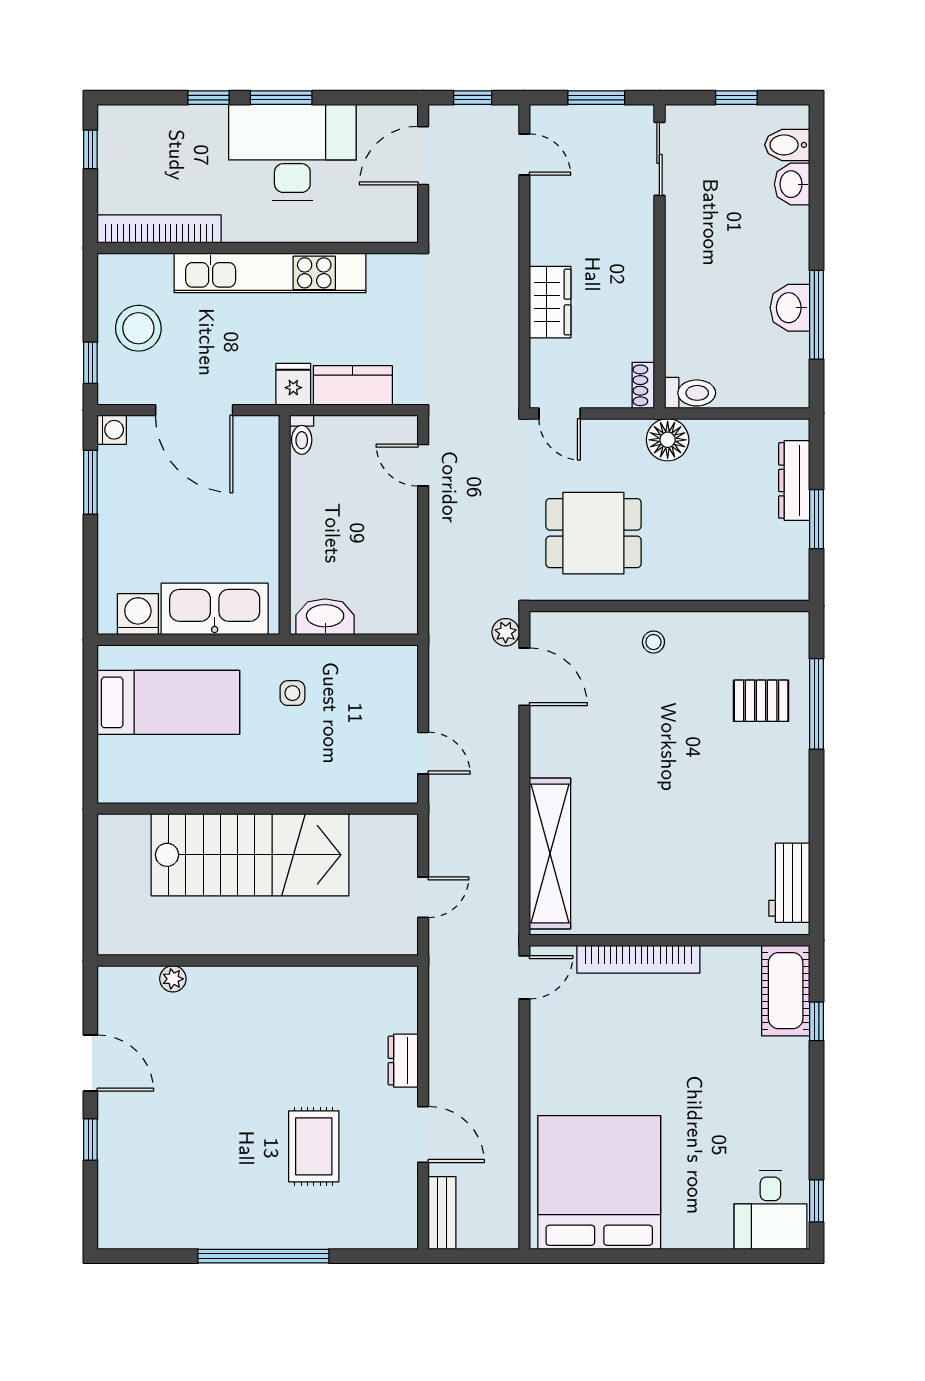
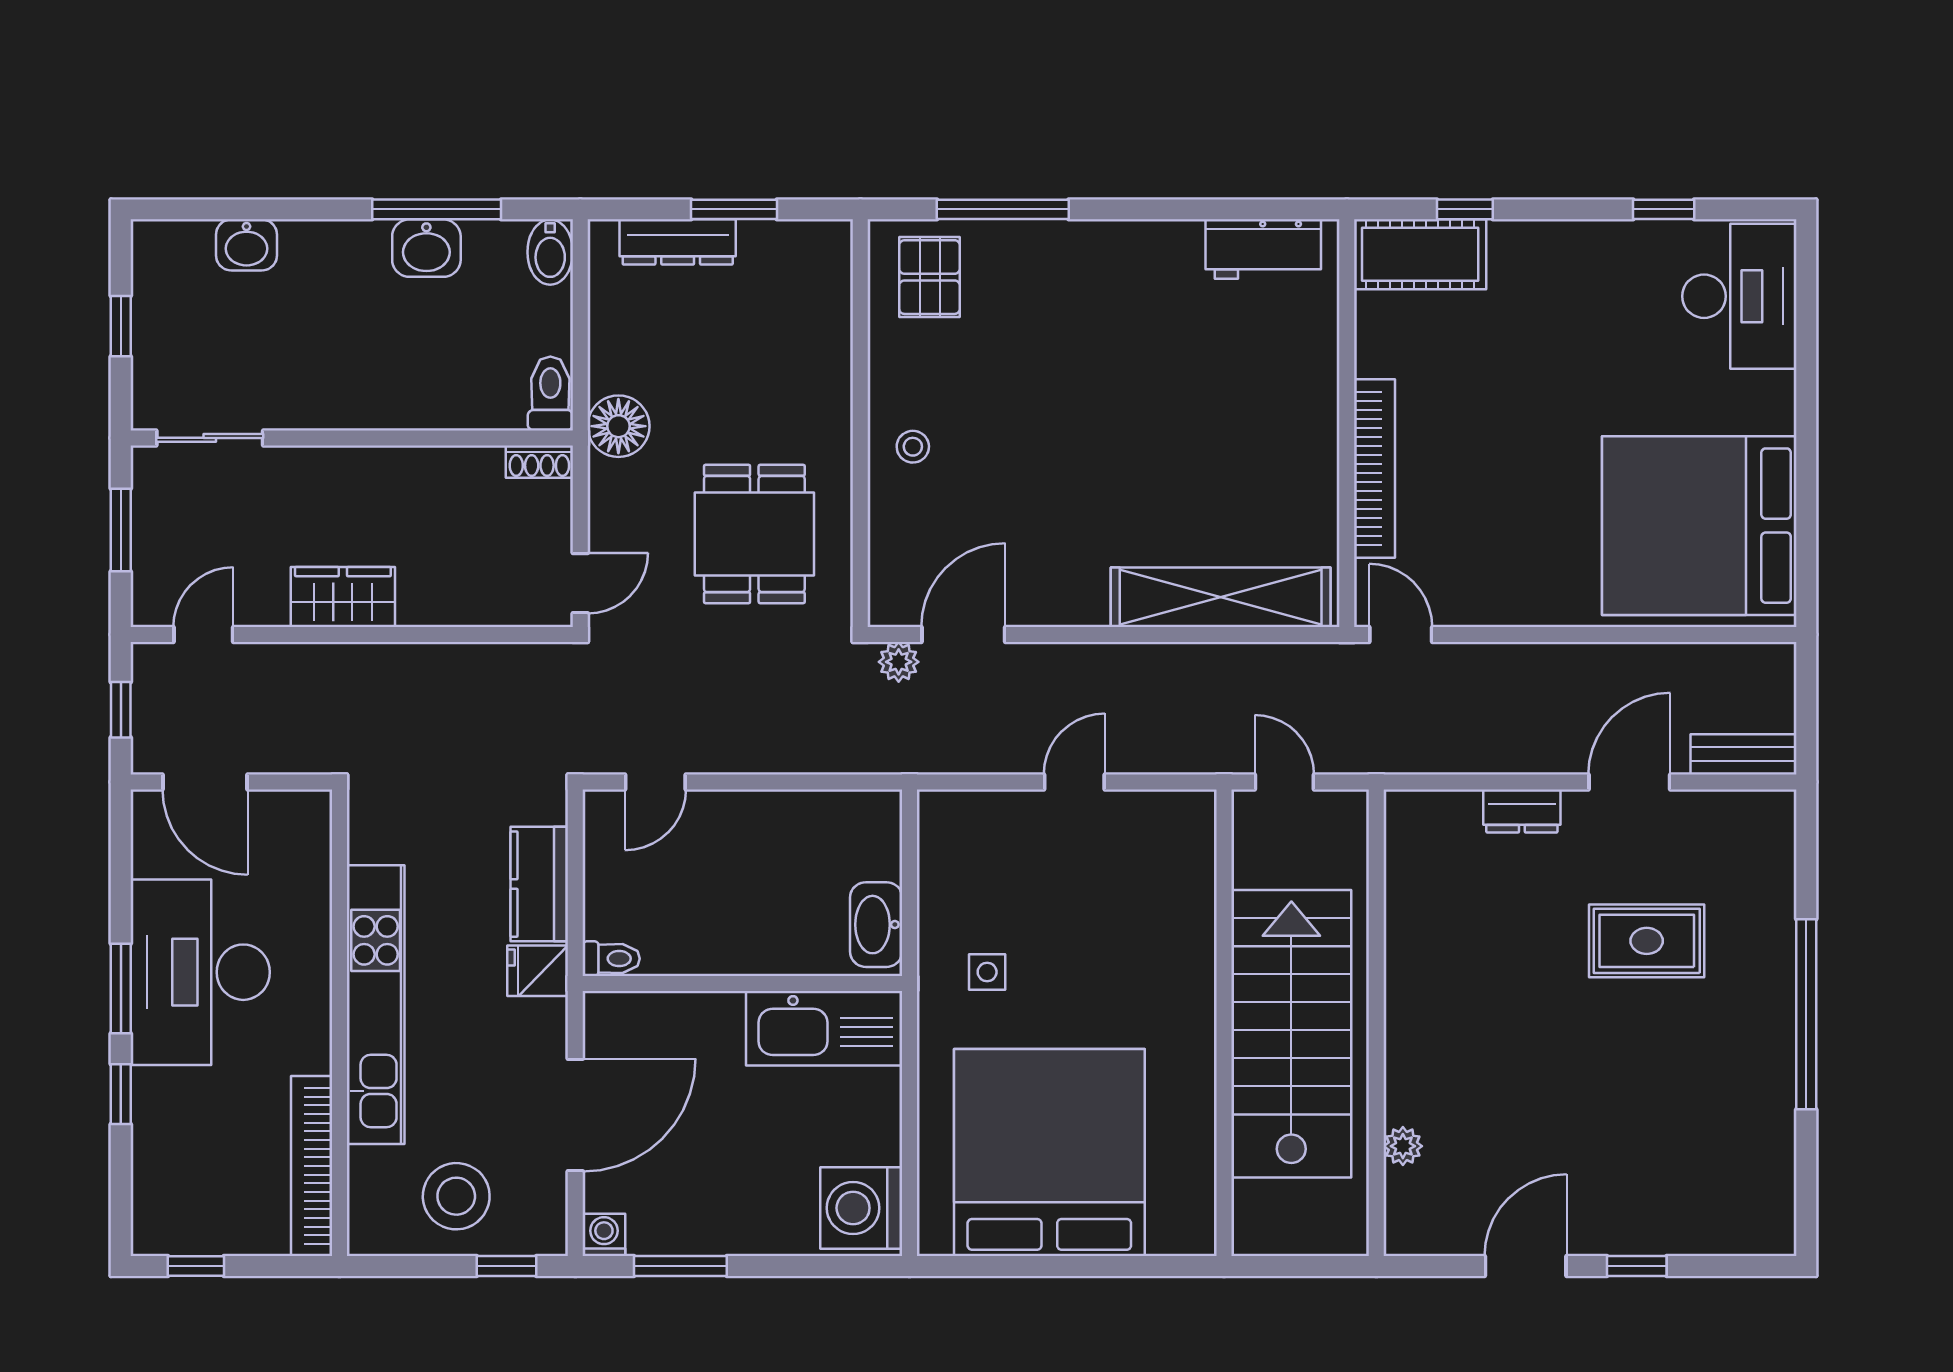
bidet: (787, 145) -> (550, 252), moved
wardrobe: (550, 302) -> (343, 597), moved
kitchen sink: (215, 609) -> (824, 1028), moved, turned -90
washing machine: (138, 614) -> (861, 1208), width x1.37, depth x1.37
pallet: (761, 701) -> (930, 277), moved
bed: (168, 702) -> (1049, 1153), width x2.04
wall: (258, 809) -> (1224, 1023), moved
stairs: (250, 855) -> (1291, 1034), moved
window: (817, 1201) -> (1664, 209), moved
desk: (770, 1210) -> (1739, 296), width x1.37

